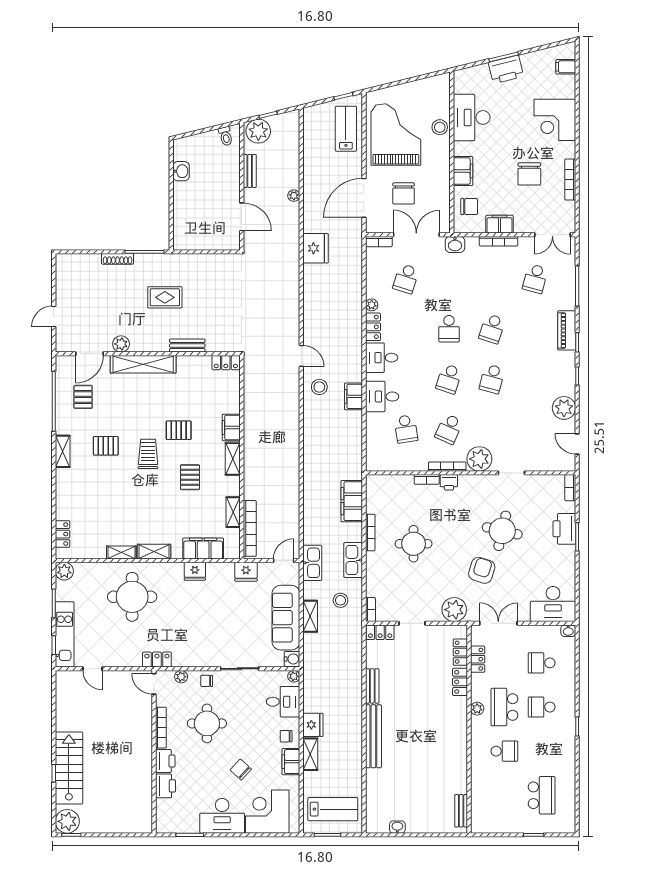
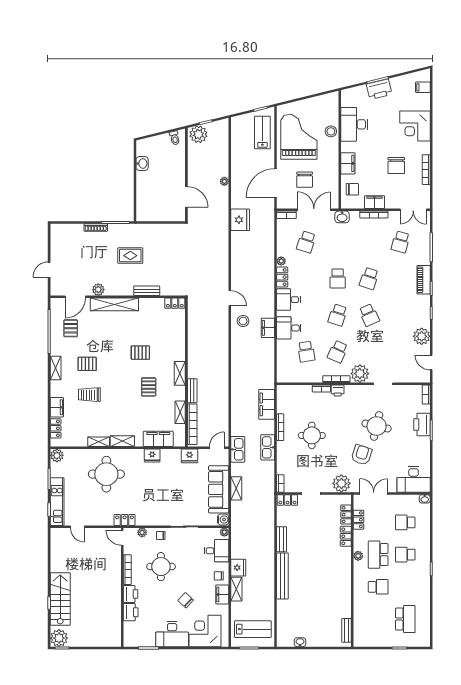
bench: (250, 171) -> (192, 391), moved
school desk: (492, 379) -> (369, 315), turned -39
filing cabinet: (231, 428) -> (57, 407), moved, turned 180
trolley: (148, 454) -> (89, 395), moved, turned -90
stool: (340, 600) -> (258, 477), removed

